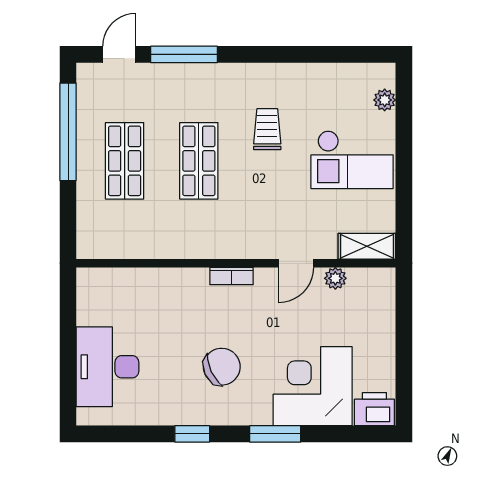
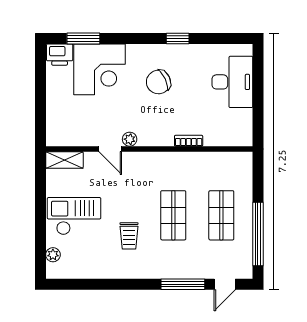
door: (296, 263) -> (110, 149), swing flipped
bookcase: (231, 276) -> (189, 141), moved
plant: (335, 278) -> (130, 139), moved
window: (275, 434) -> (83, 38), moved

